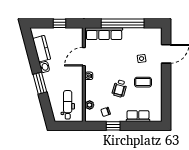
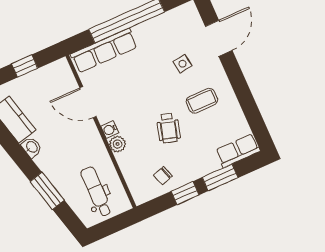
door: (84, 57) -> (88, 102), hinge flipped
window: (40, 83) -> (47, 191), moved
plant: (90, 105) -> (118, 144), moved
row of seats: (138, 116) -> (238, 151), moved
window: (135, 126) -> (220, 177), added

